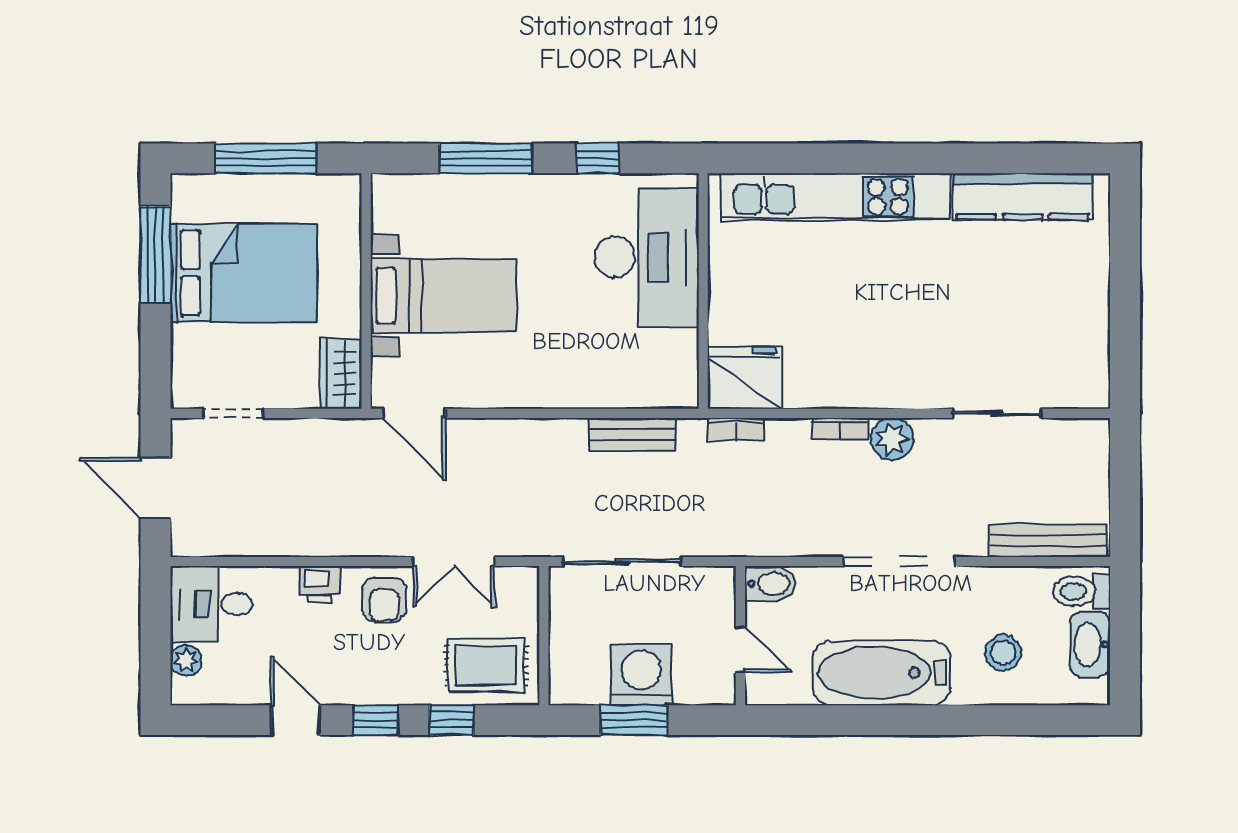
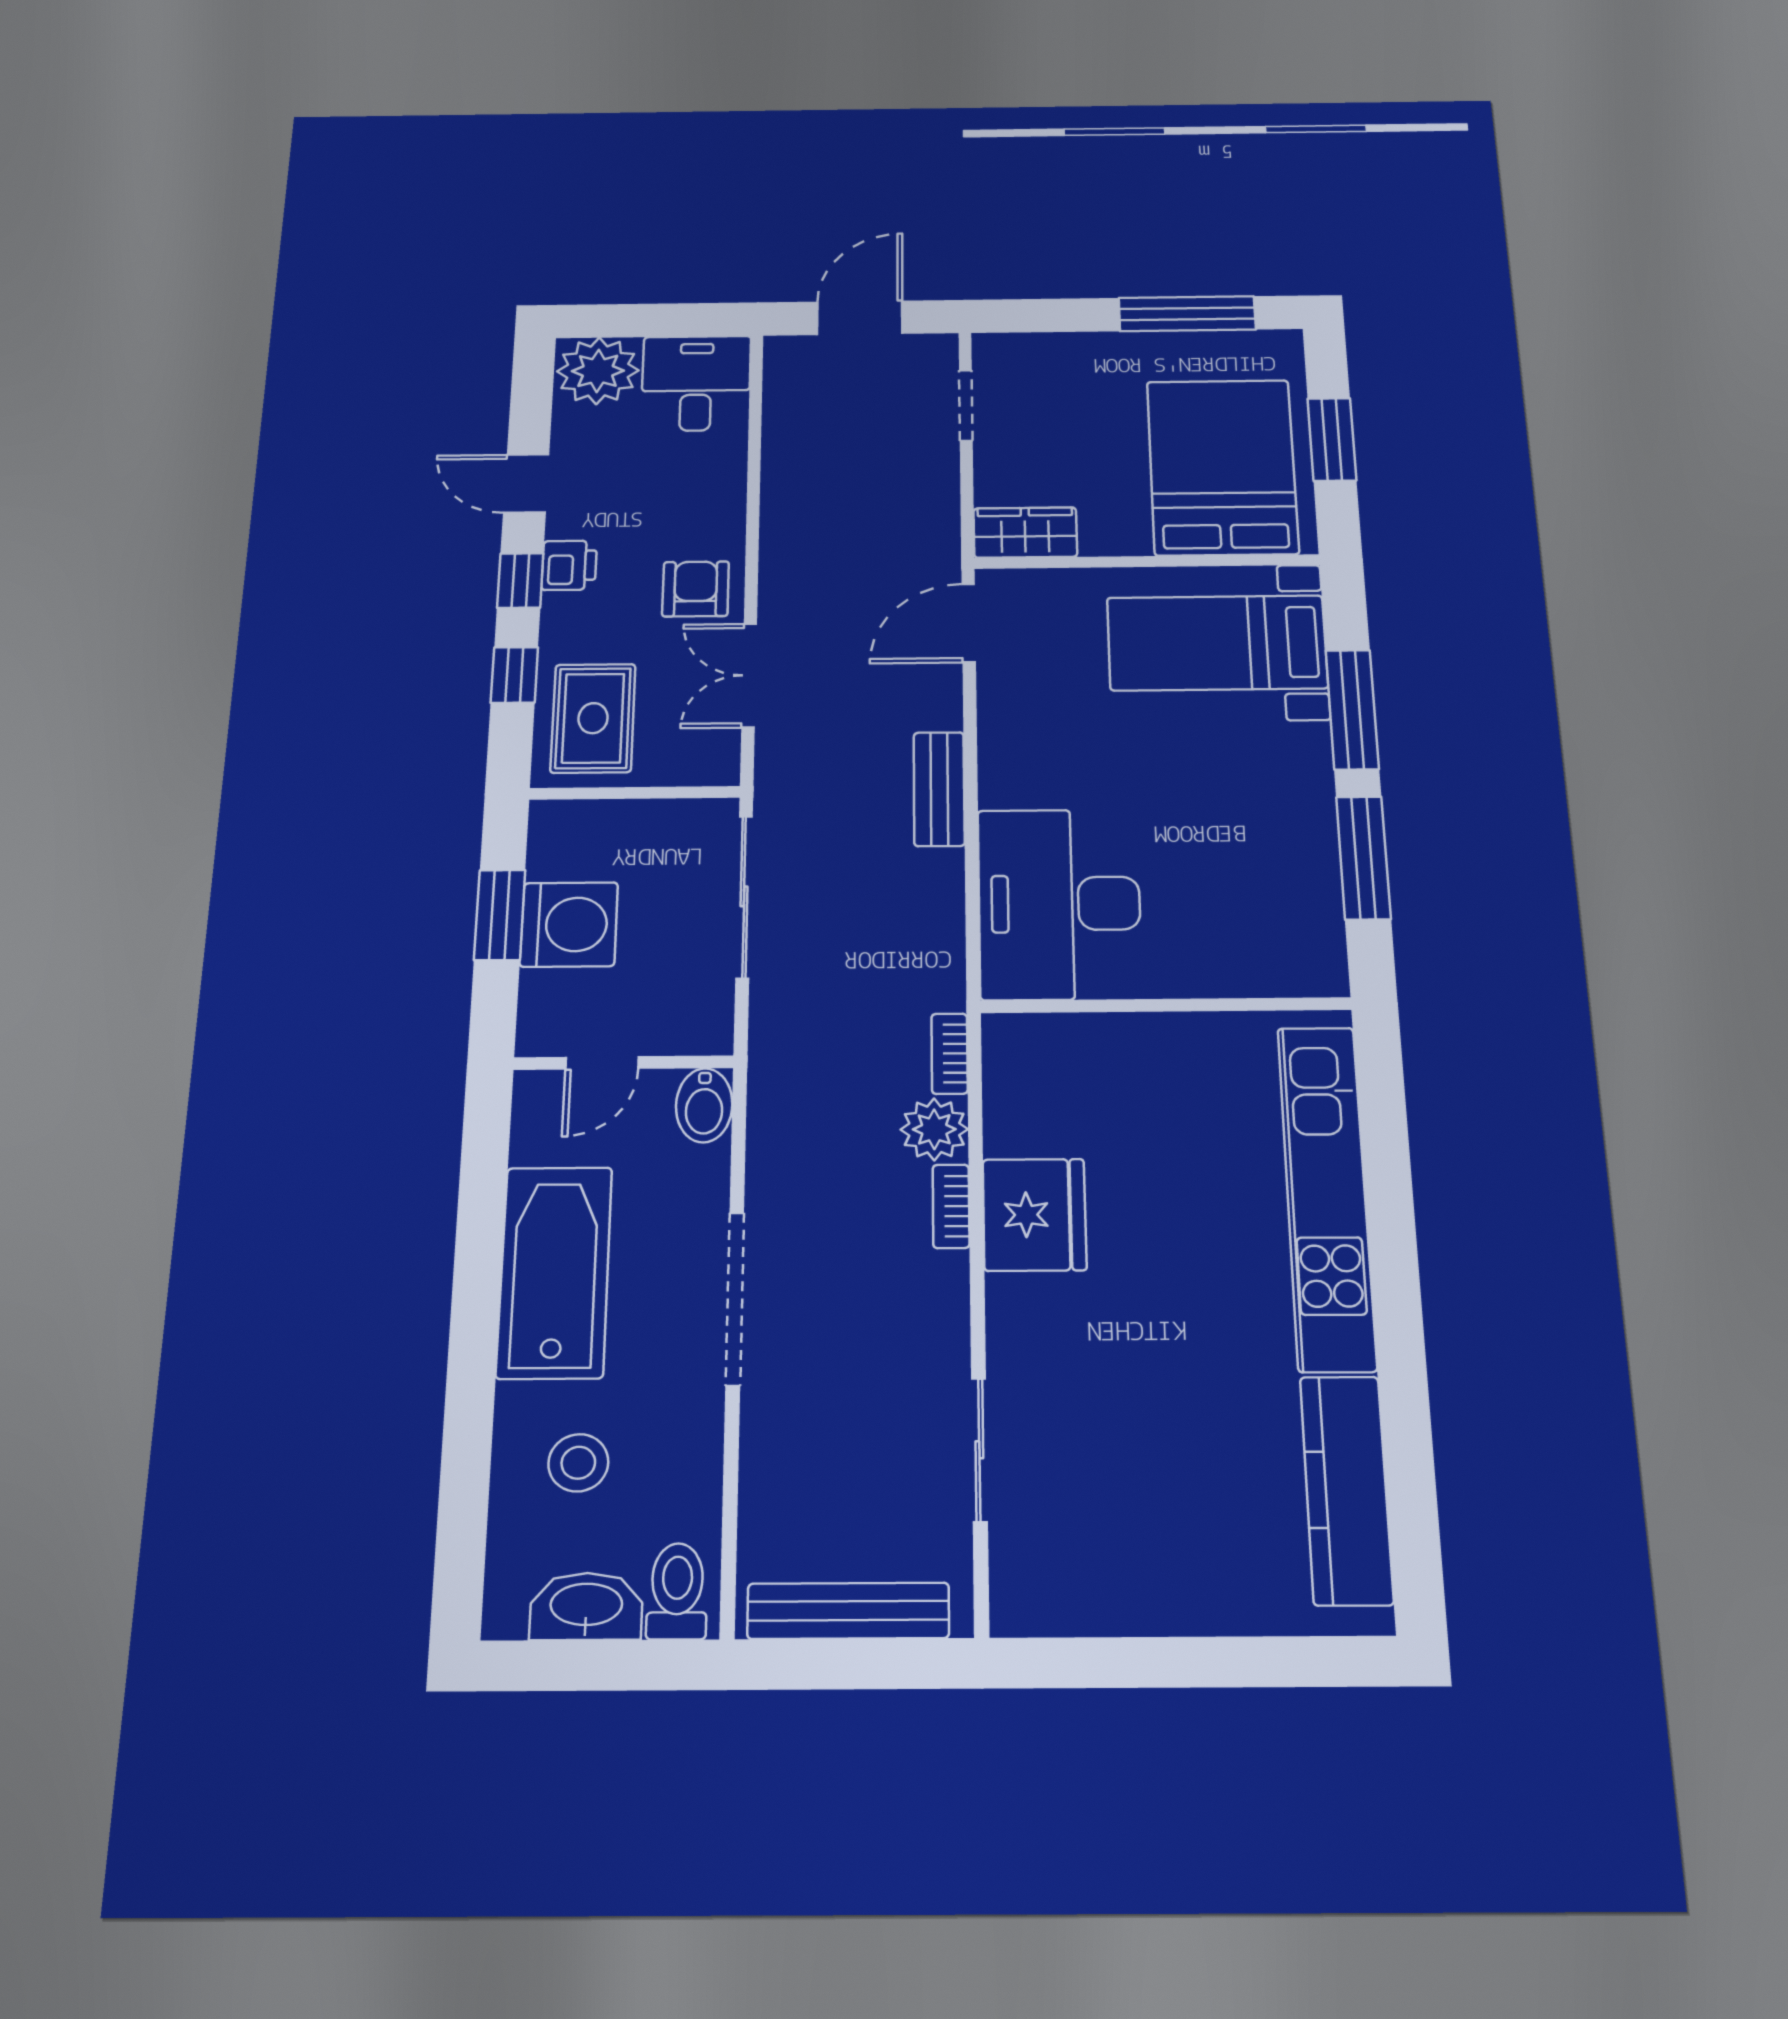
window: (266, 158) -> (1332, 439), width x0.69
window: (598, 158) -> (1363, 858), width x2.17
desk: (647, 257) -> (1059, 904), moved, turned 90
bed: (244, 273) -> (1222, 467), moved, turned 180
bed with nightstands: (443, 296) -> (1217, 643), moved, turned 90
fridge: (745, 377) -> (1034, 1215), moved
bench: (632, 434) -> (939, 789), moved
plant: (892, 439) -> (934, 1129), moved
bench: (1048, 541) -> (848, 1611), moved, turned 90
printer: (320, 584) -> (569, 565), moved, turned 180
armchair: (384, 600) -> (696, 589), turned 90
plant: (186, 661) -> (598, 371), width x1.87, depth x1.87
door: (295, 720) -> (526, 483), swing flipped

